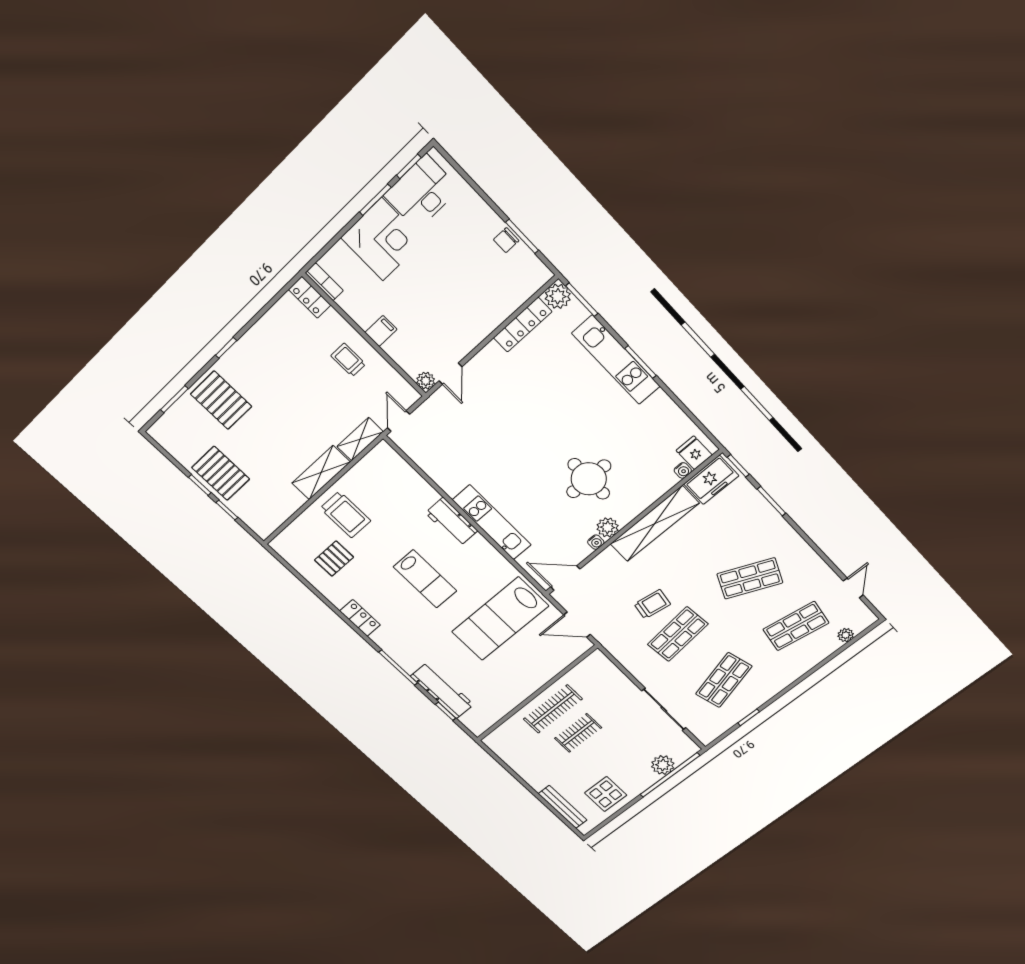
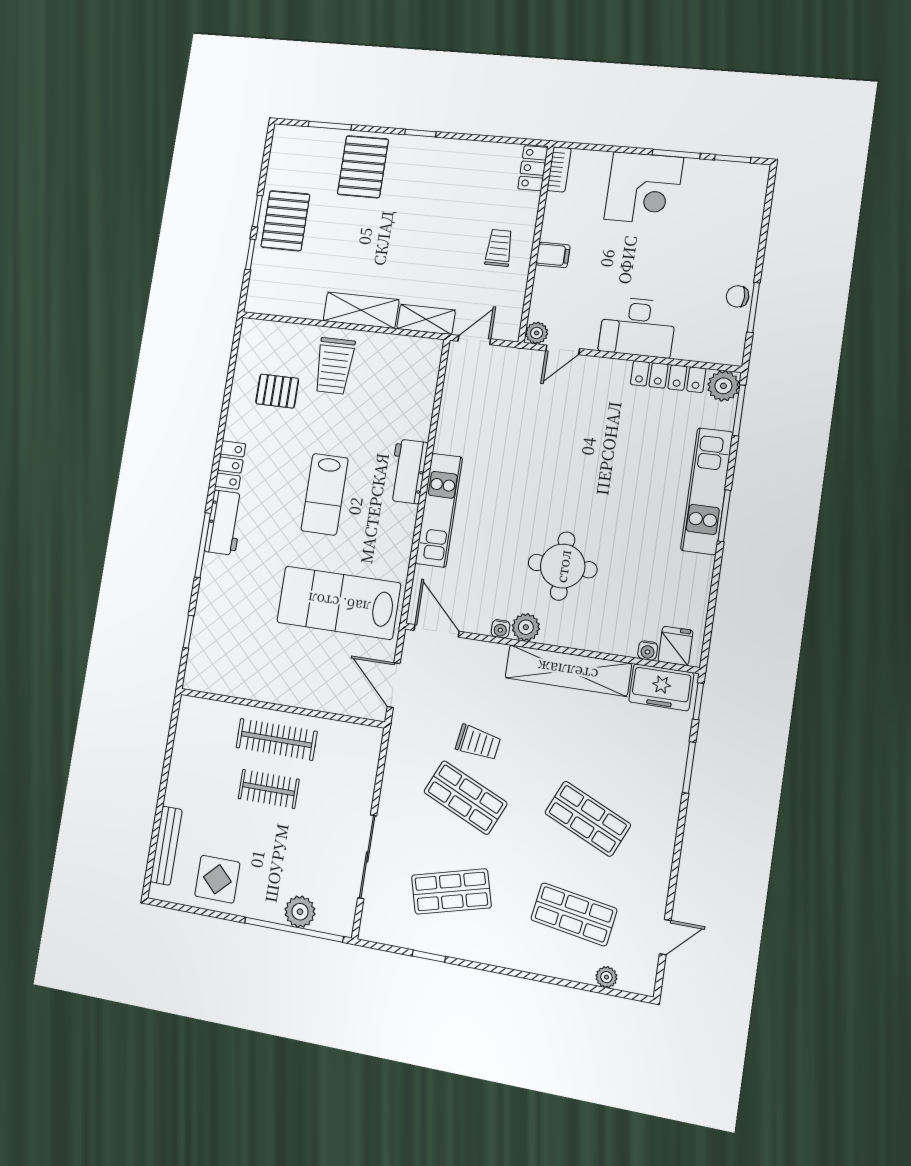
desk: (422, 192) -> (638, 327), moved, turned 180
shop shelf: (678, 634) -> (465, 798), turned 30
workbench: (442, 691) -> (224, 523), moved, width x0.73

